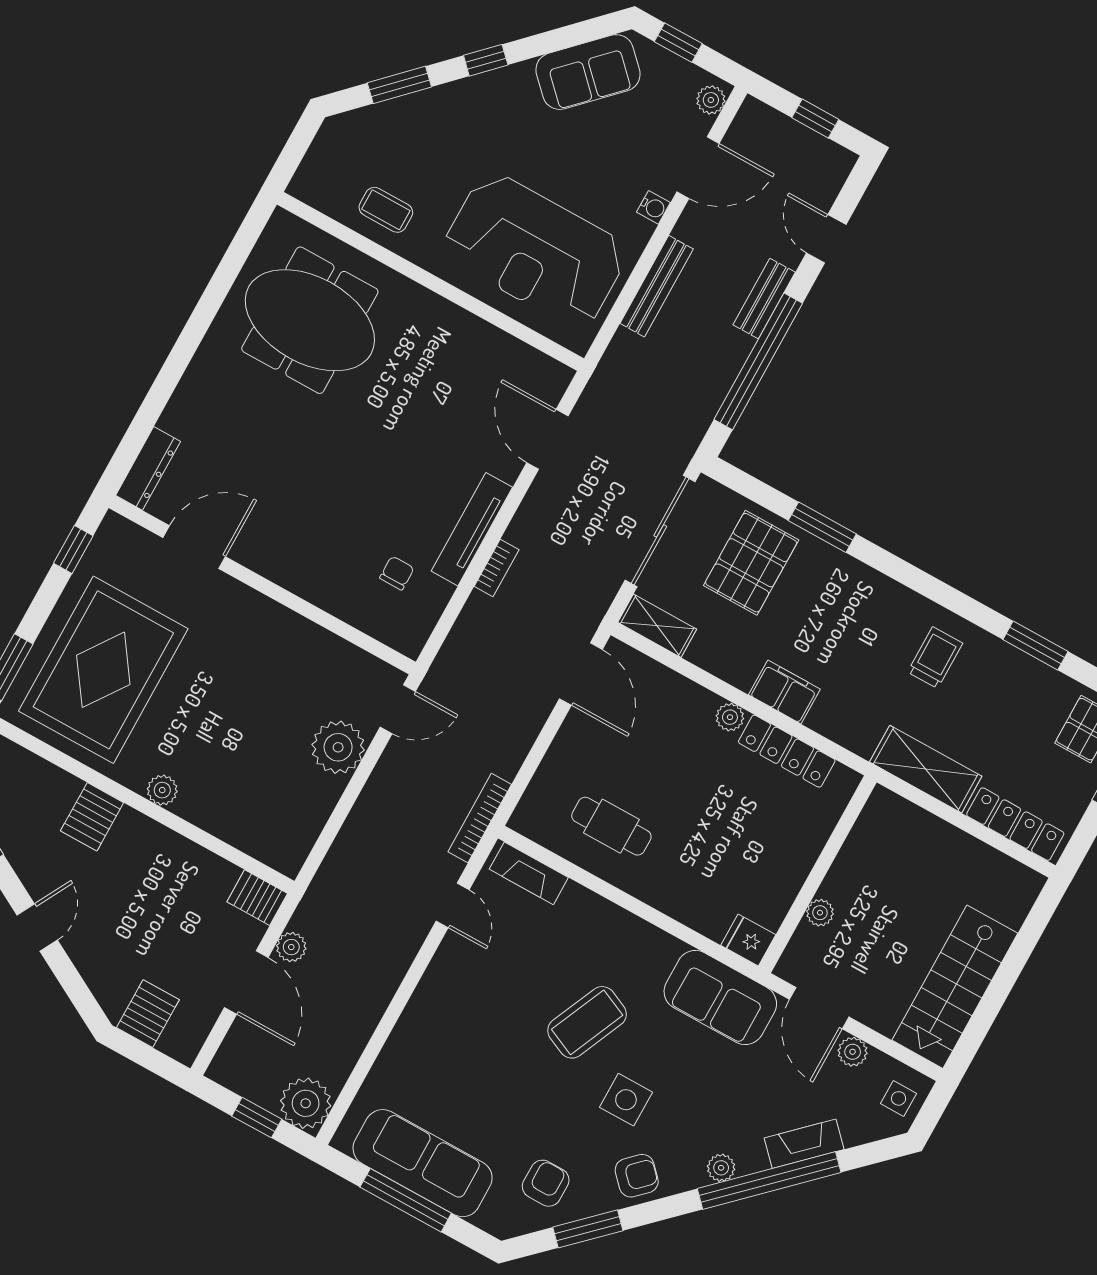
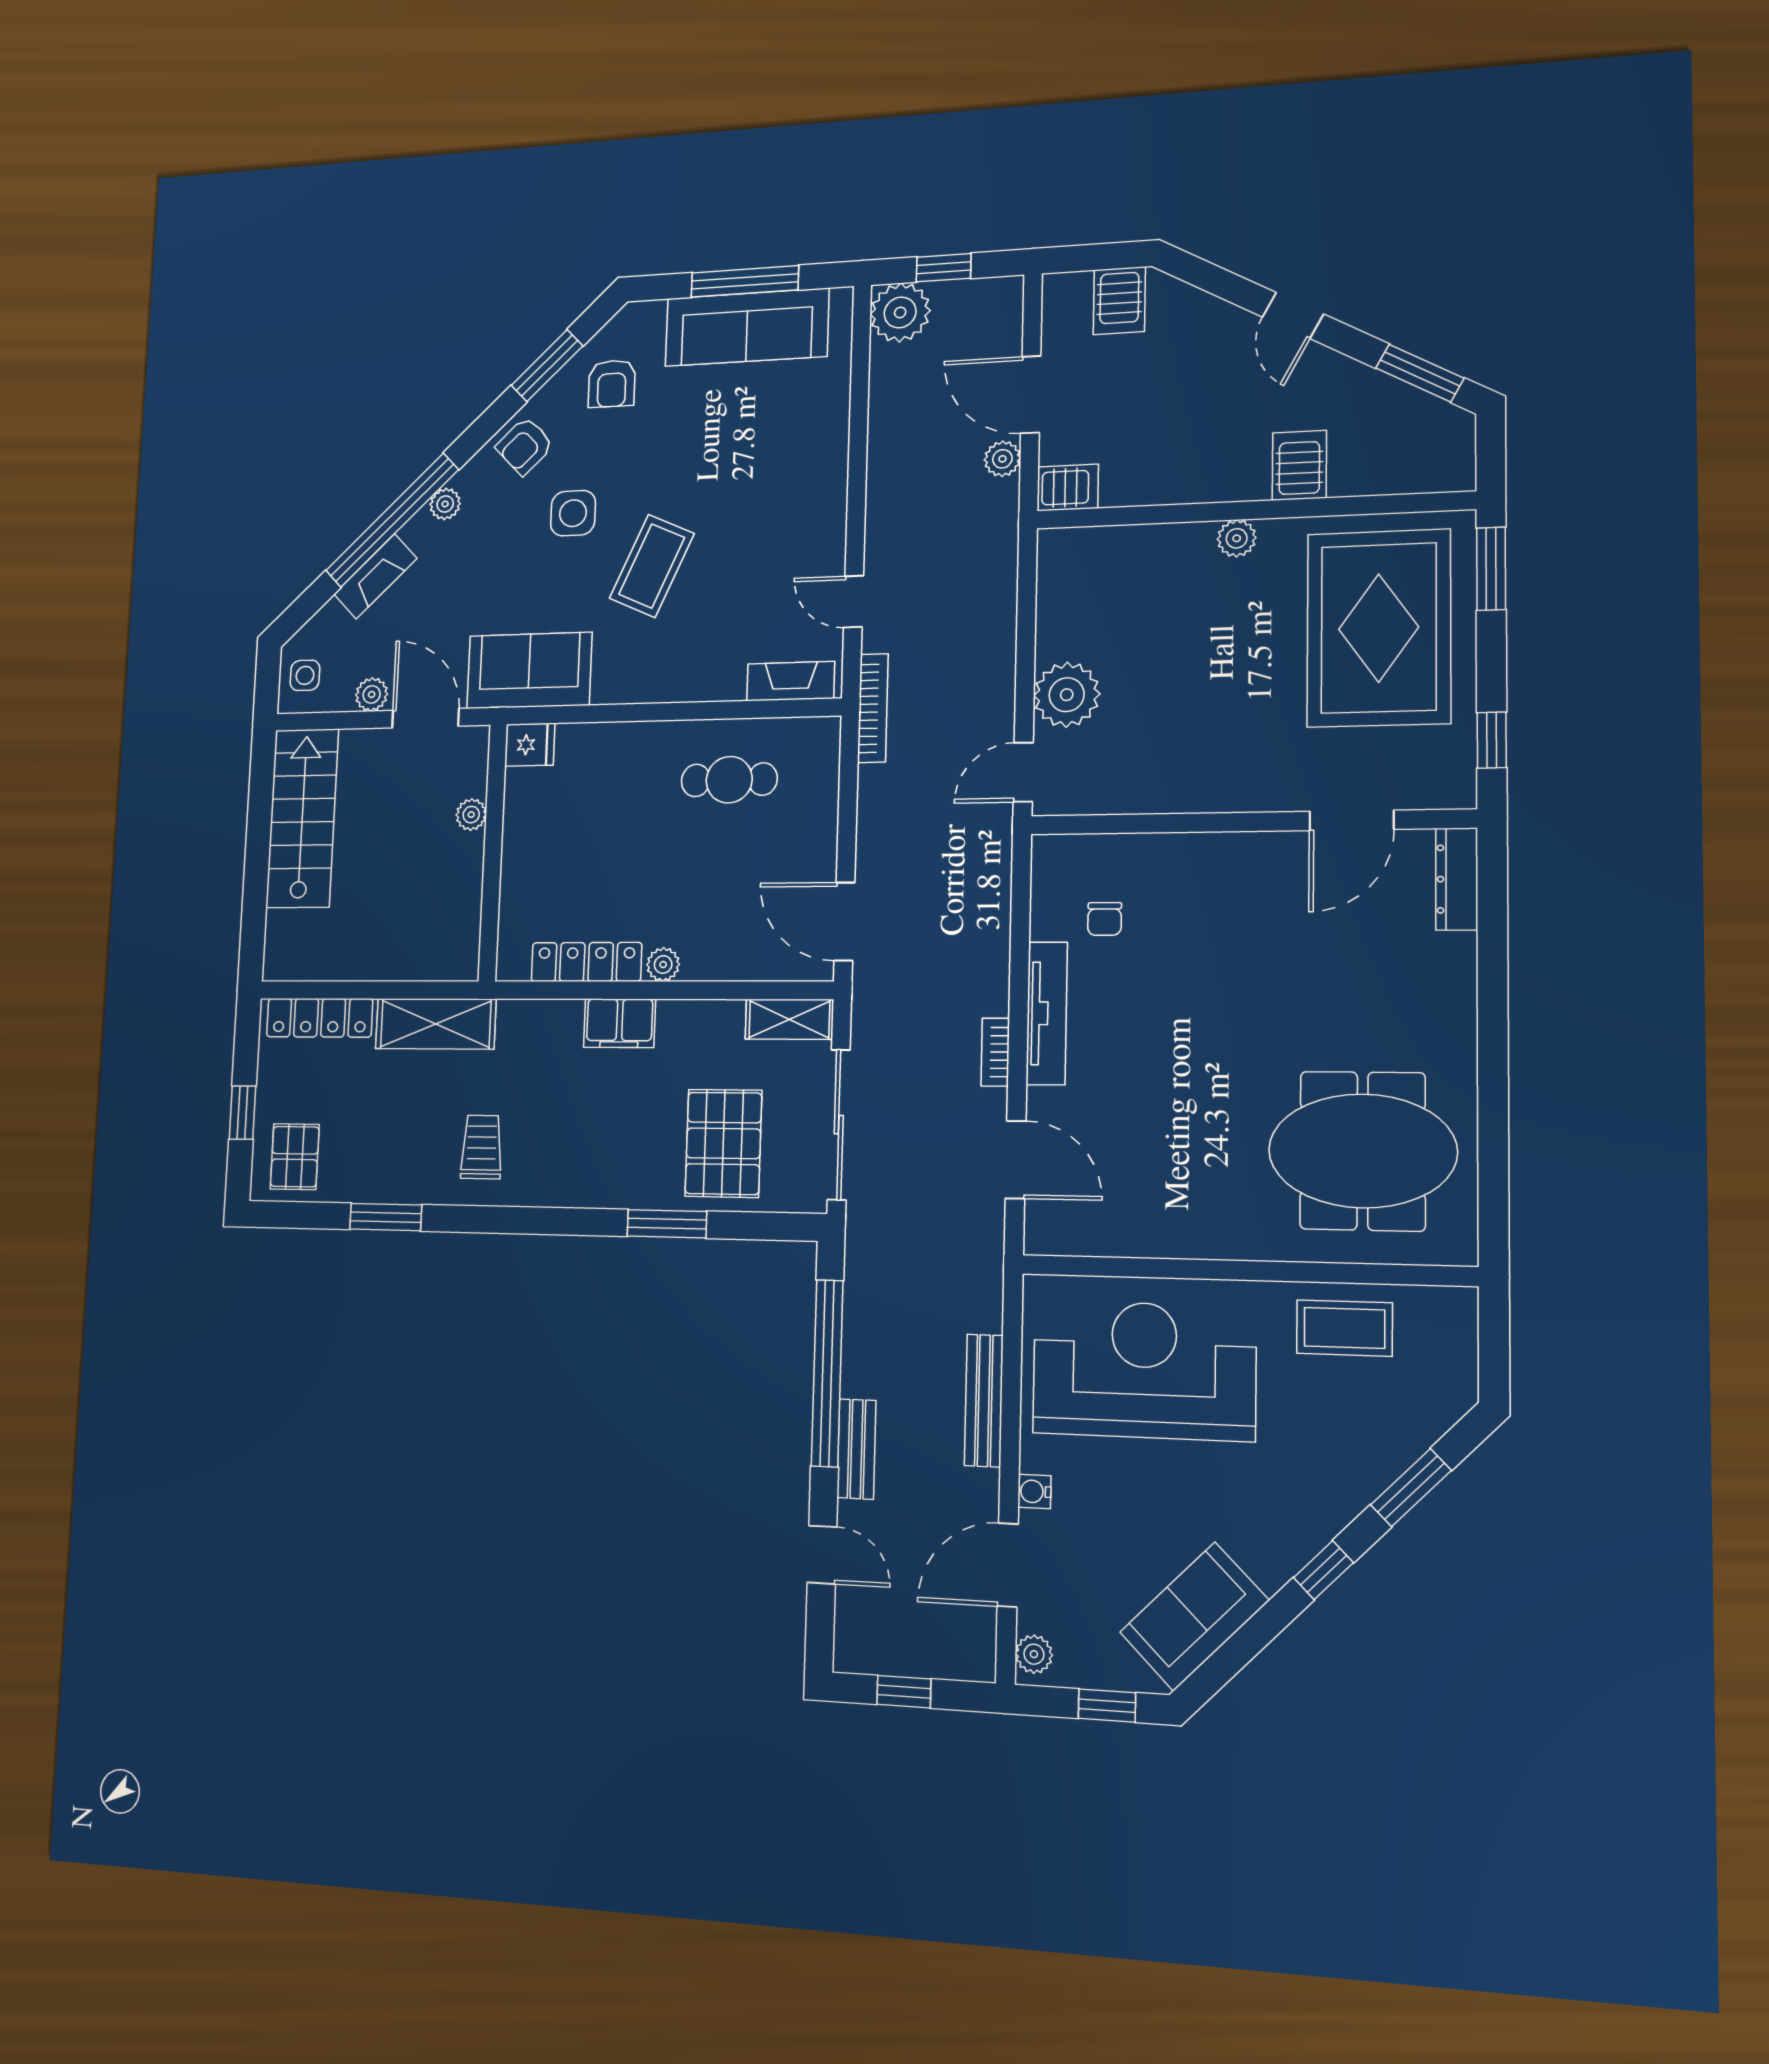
coffee table: (386, 210) -> (1344, 1328), width x1.36, depth x1.30
bookcase: (497, 568) -> (995, 1052), moved
trolley: (935, 658) -> (482, 1147), turned 180

